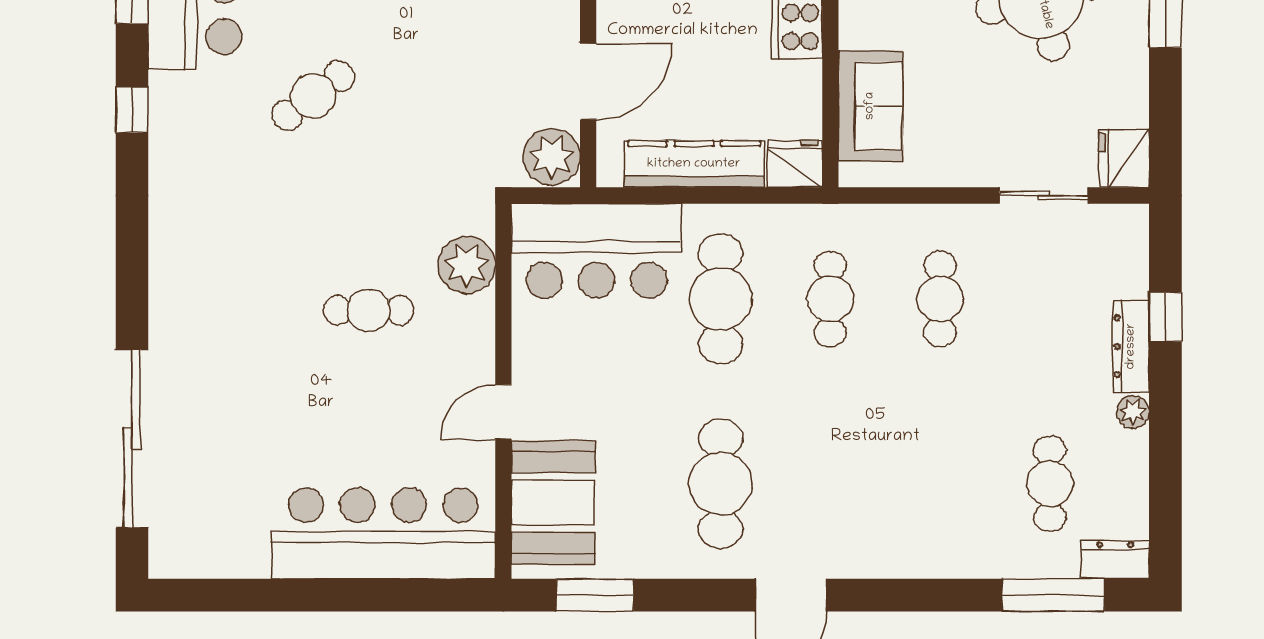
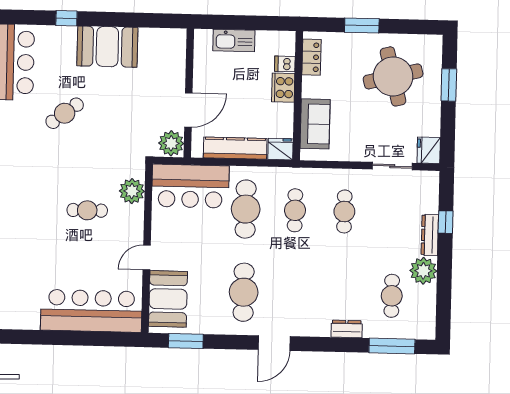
plant: (1133, 412) -> (423, 271), width x1.88, depth x1.88
dresser: (1115, 560) -> (347, 329), moved

